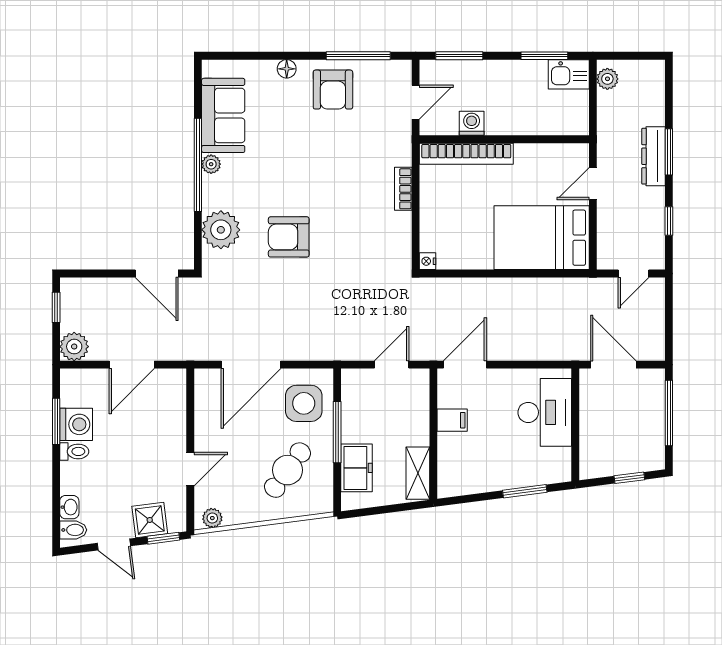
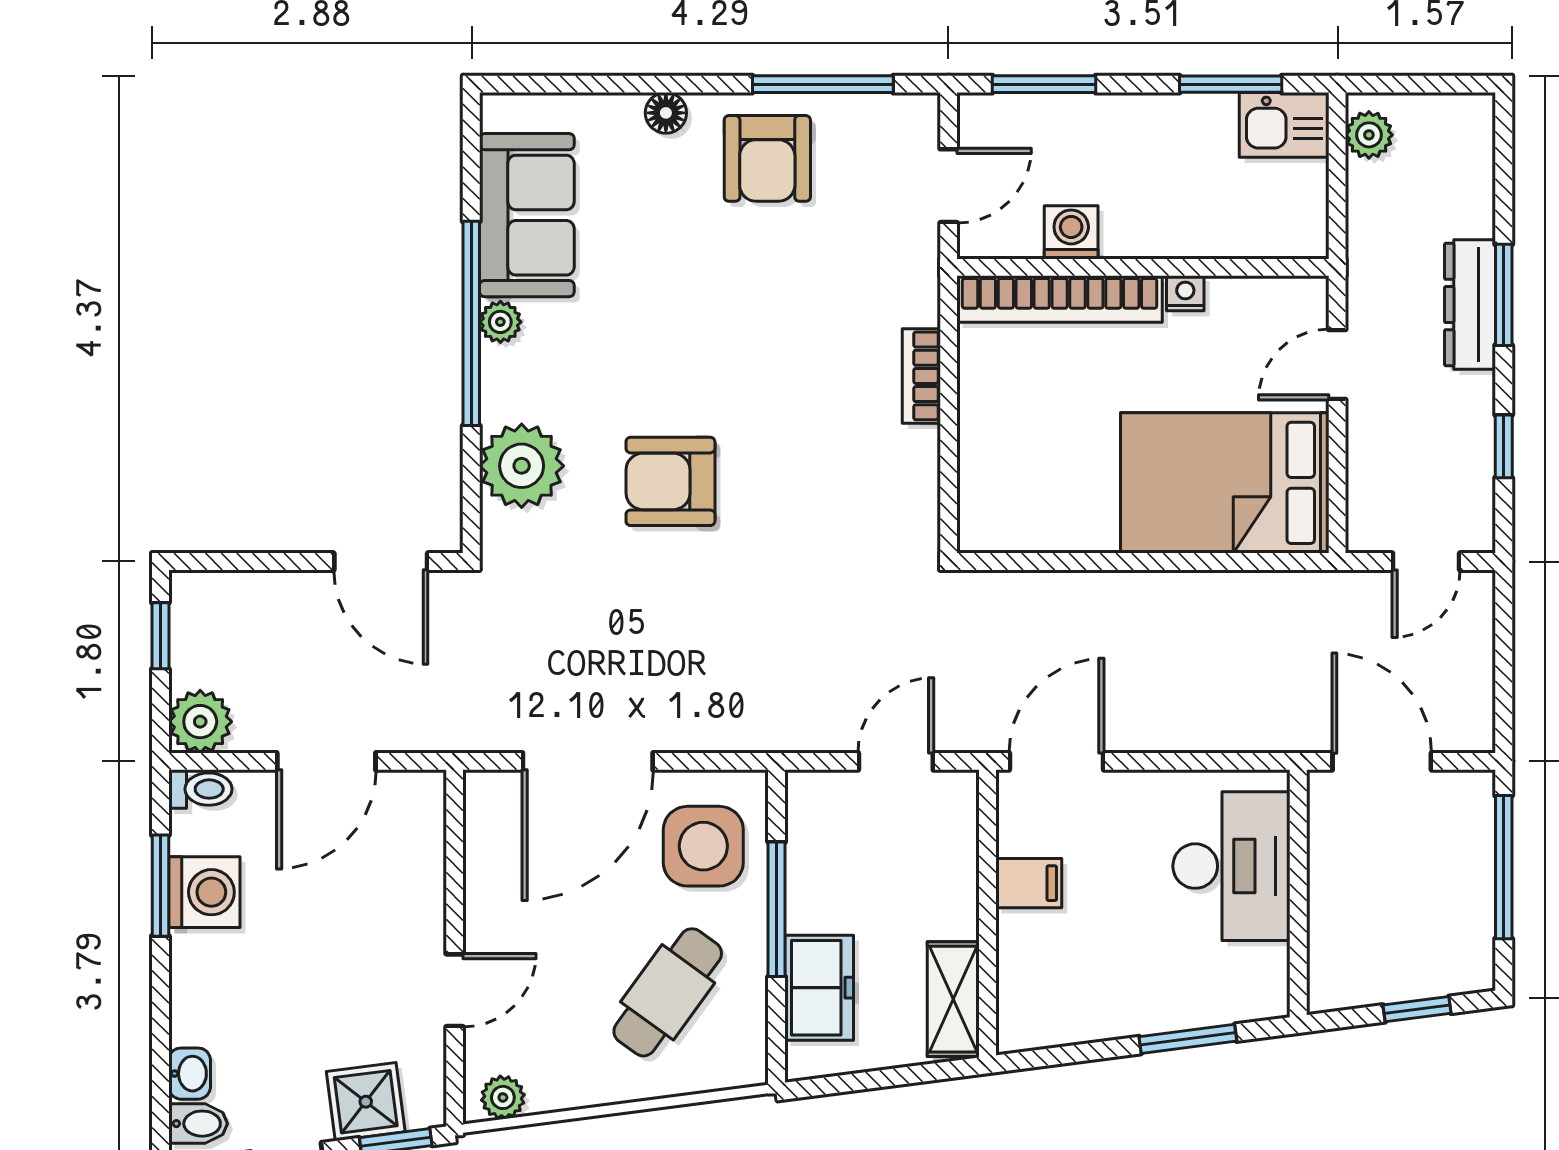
nightstand: (428, 261) -> (1185, 293), moved, turned 90
toilet: (74, 451) -> (200, 789), moved

